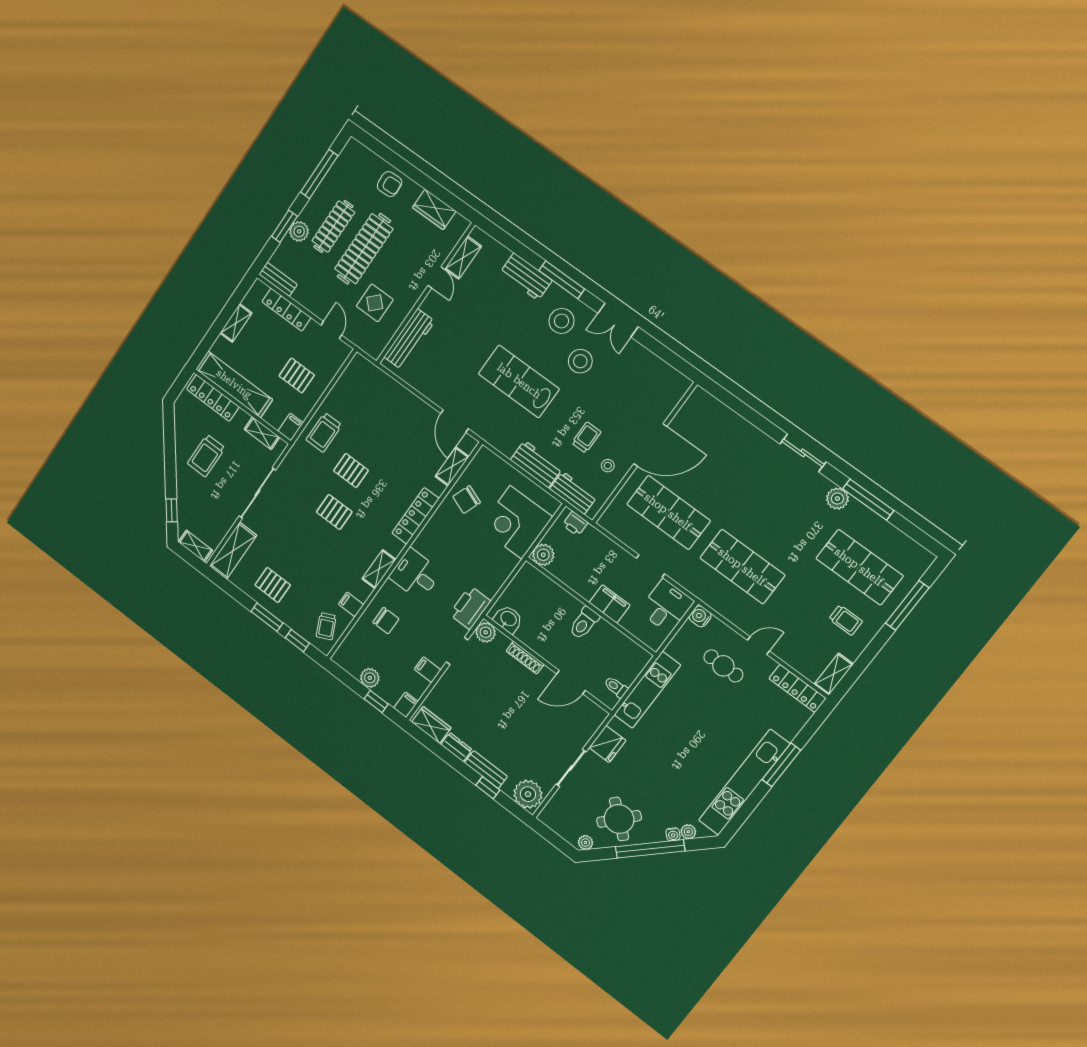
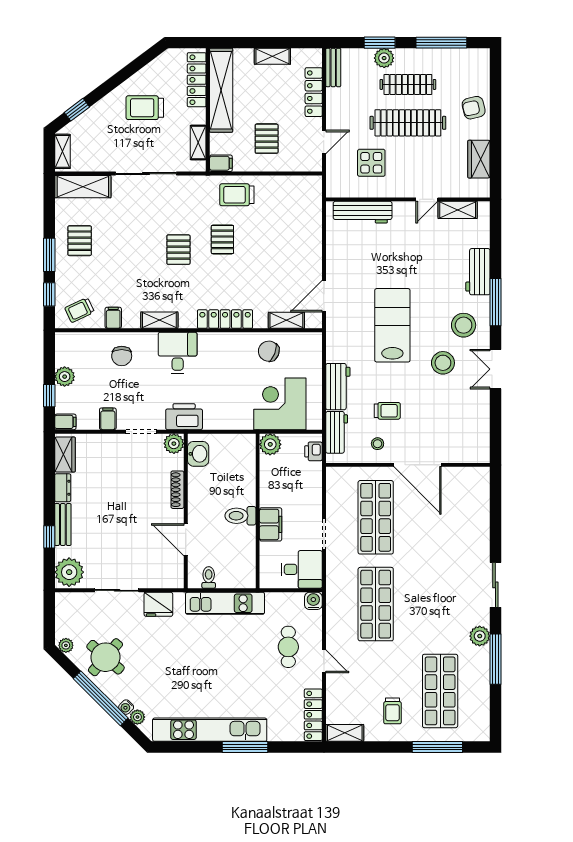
armchair: (390, 184) -> (474, 108), turned 80

